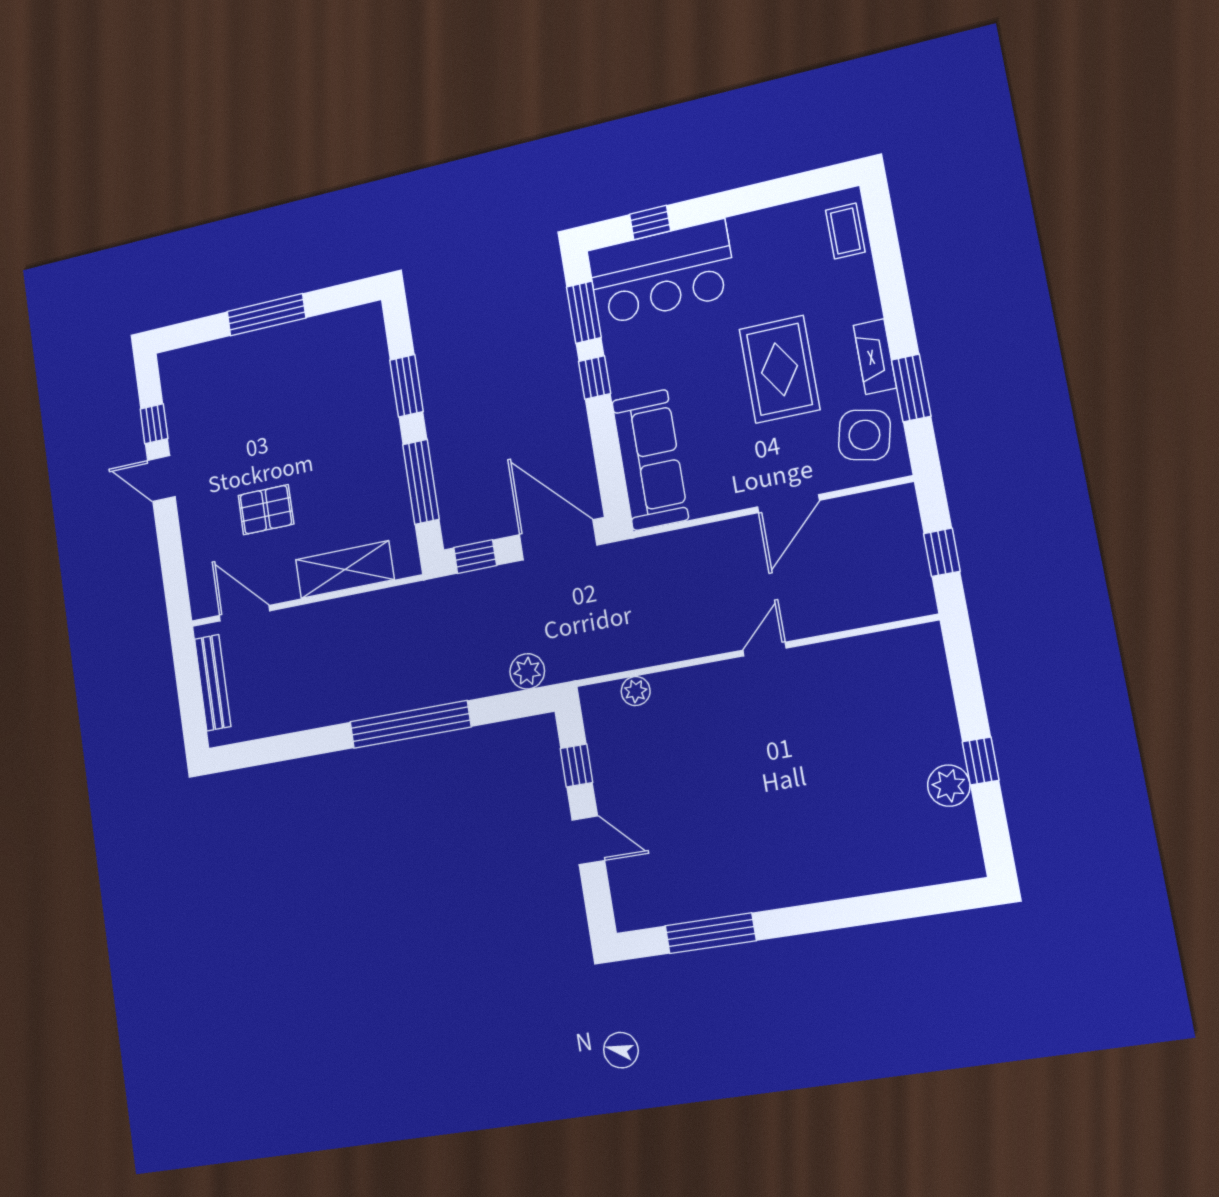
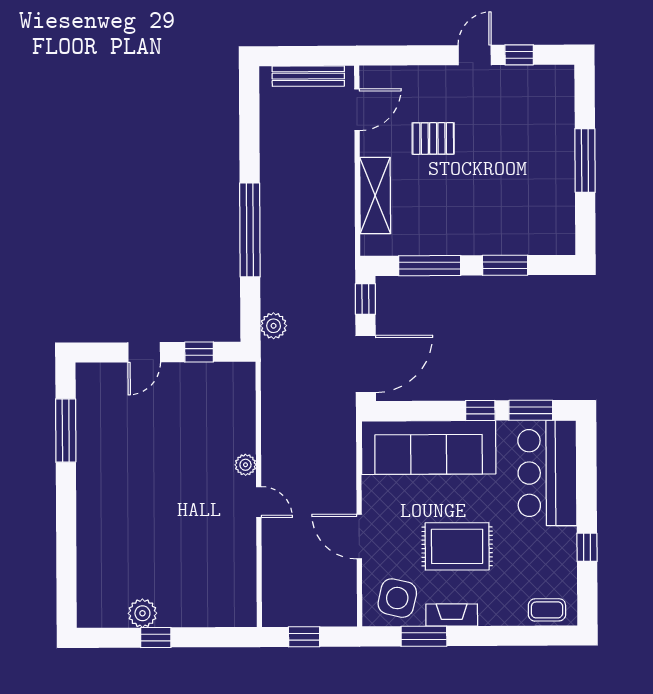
window: (650, 223) -> (587, 547), moved
sofa: (650, 460) -> (429, 448), width x1.36, depth x1.27
pallet: (266, 510) -> (433, 138), turned 90
plant: (636, 691) -> (245, 465), moved

